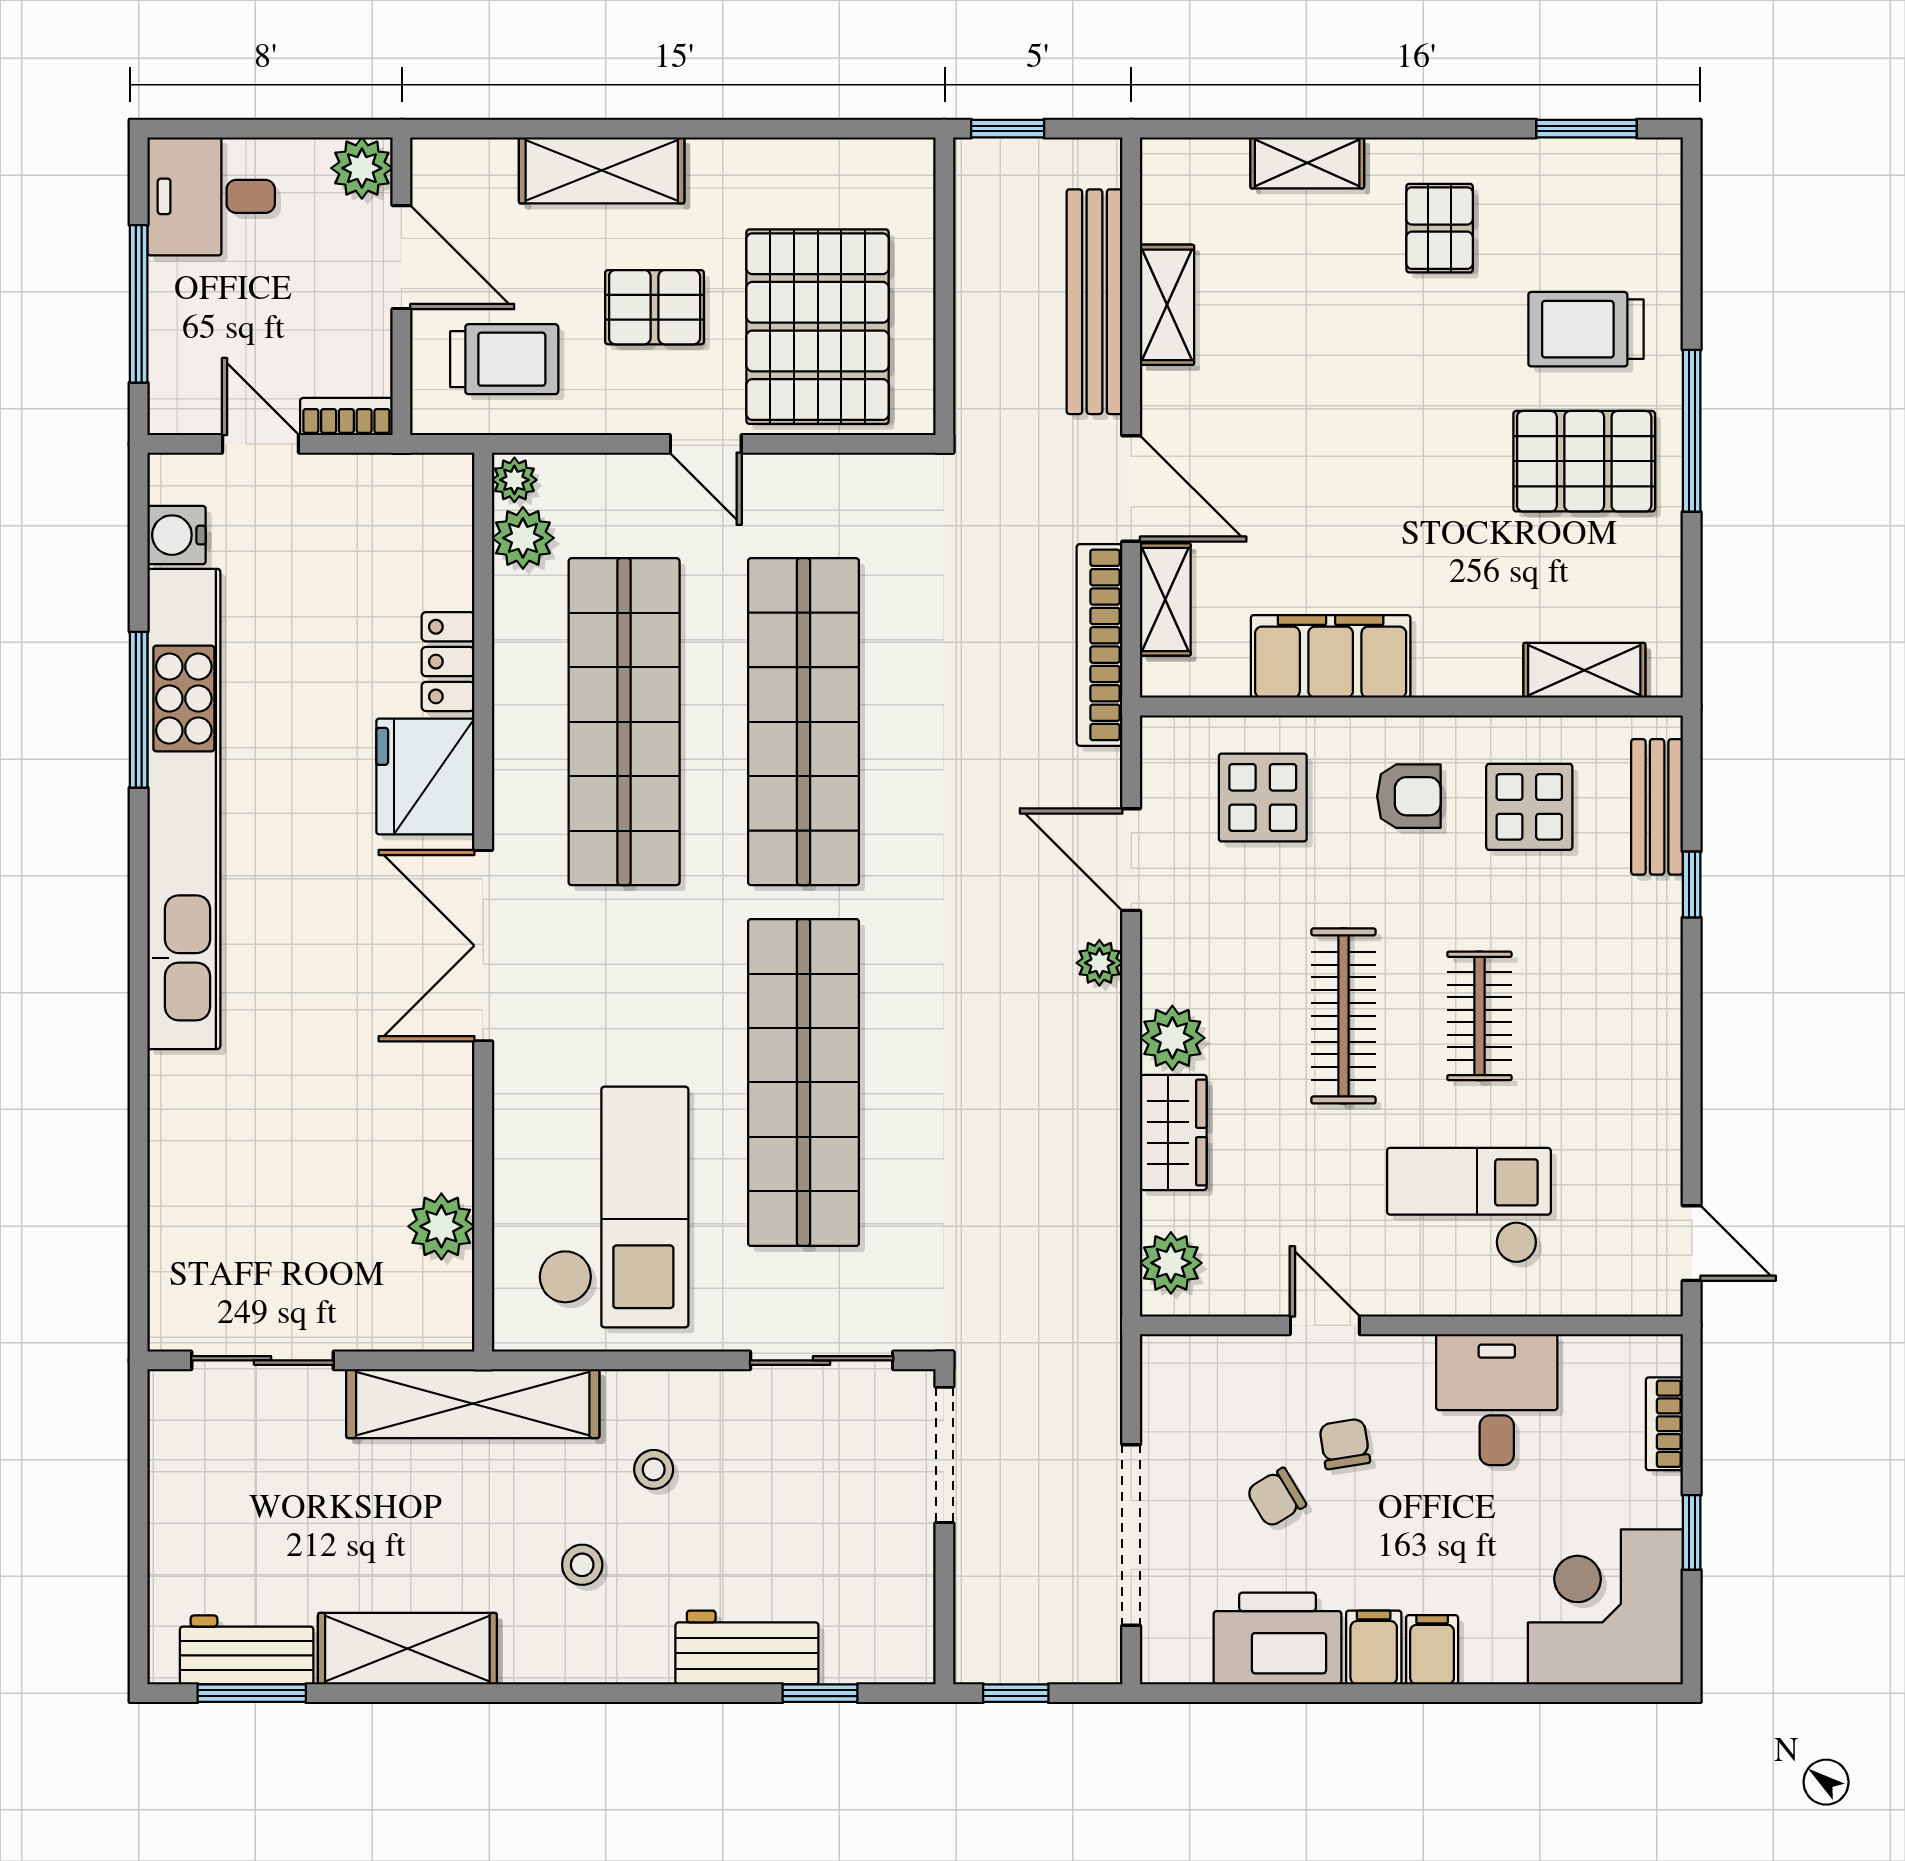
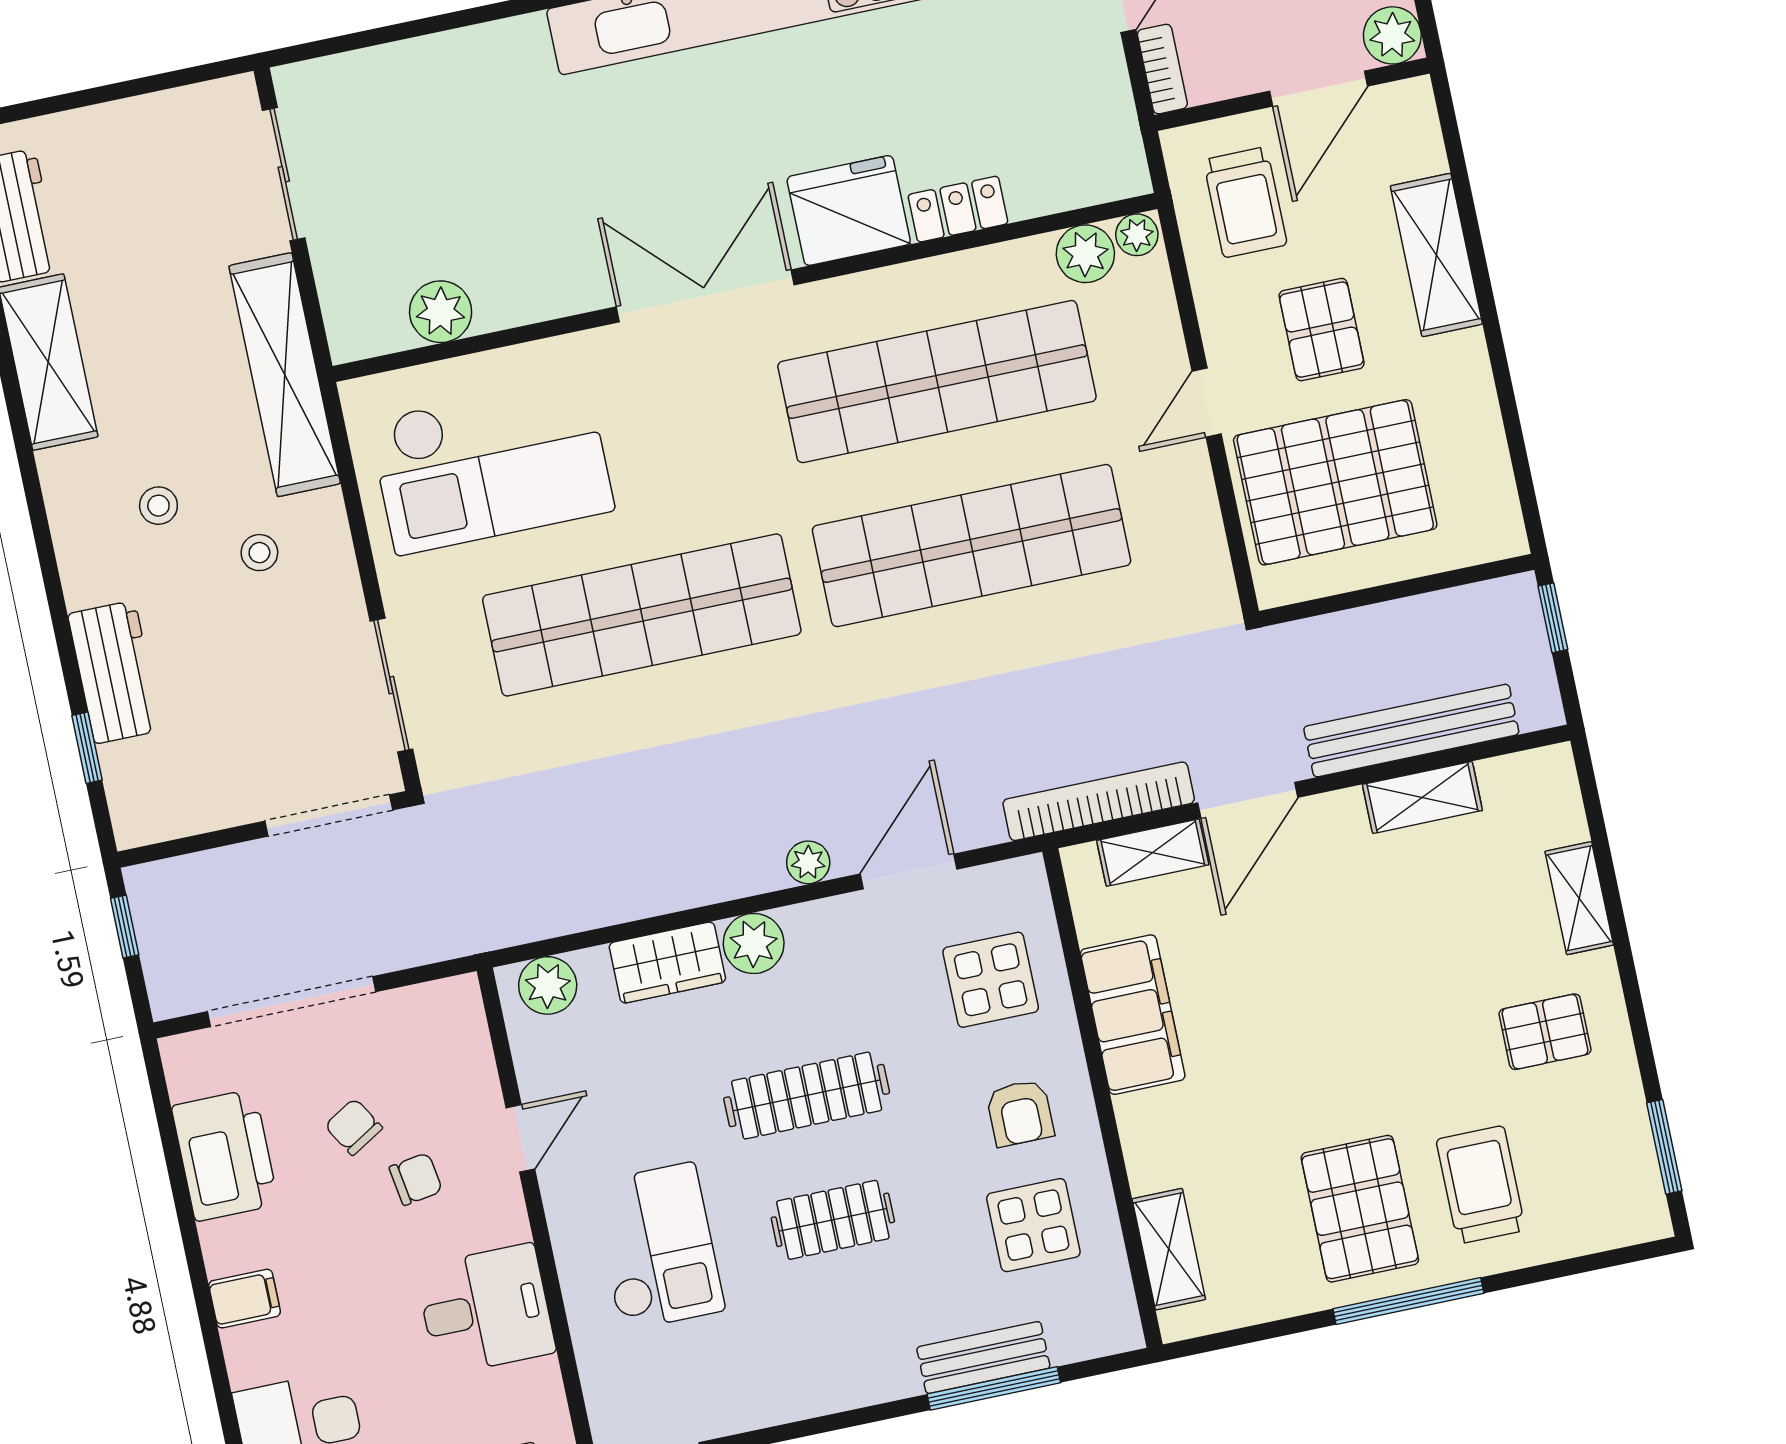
bench: (1657, 807) -> (983, 1358), moved
window: (1692, 884) -> (994, 1388), width x2.17
filing cabinet: (1374, 1647) -> (235, 1245), removed

